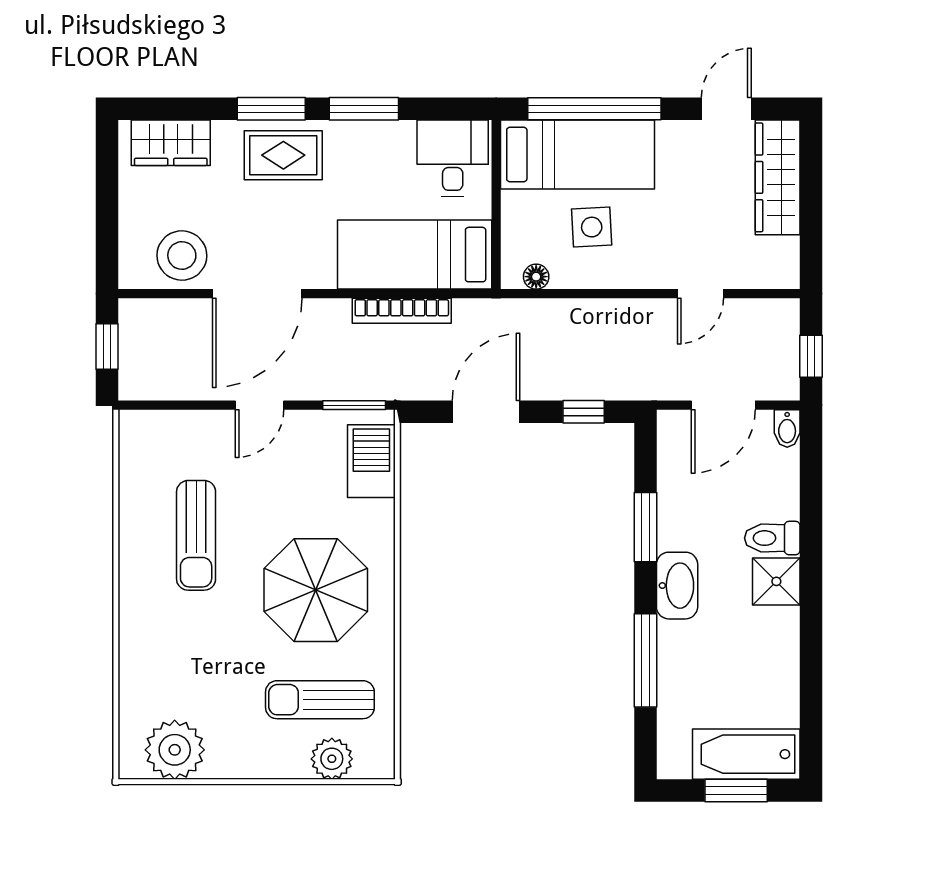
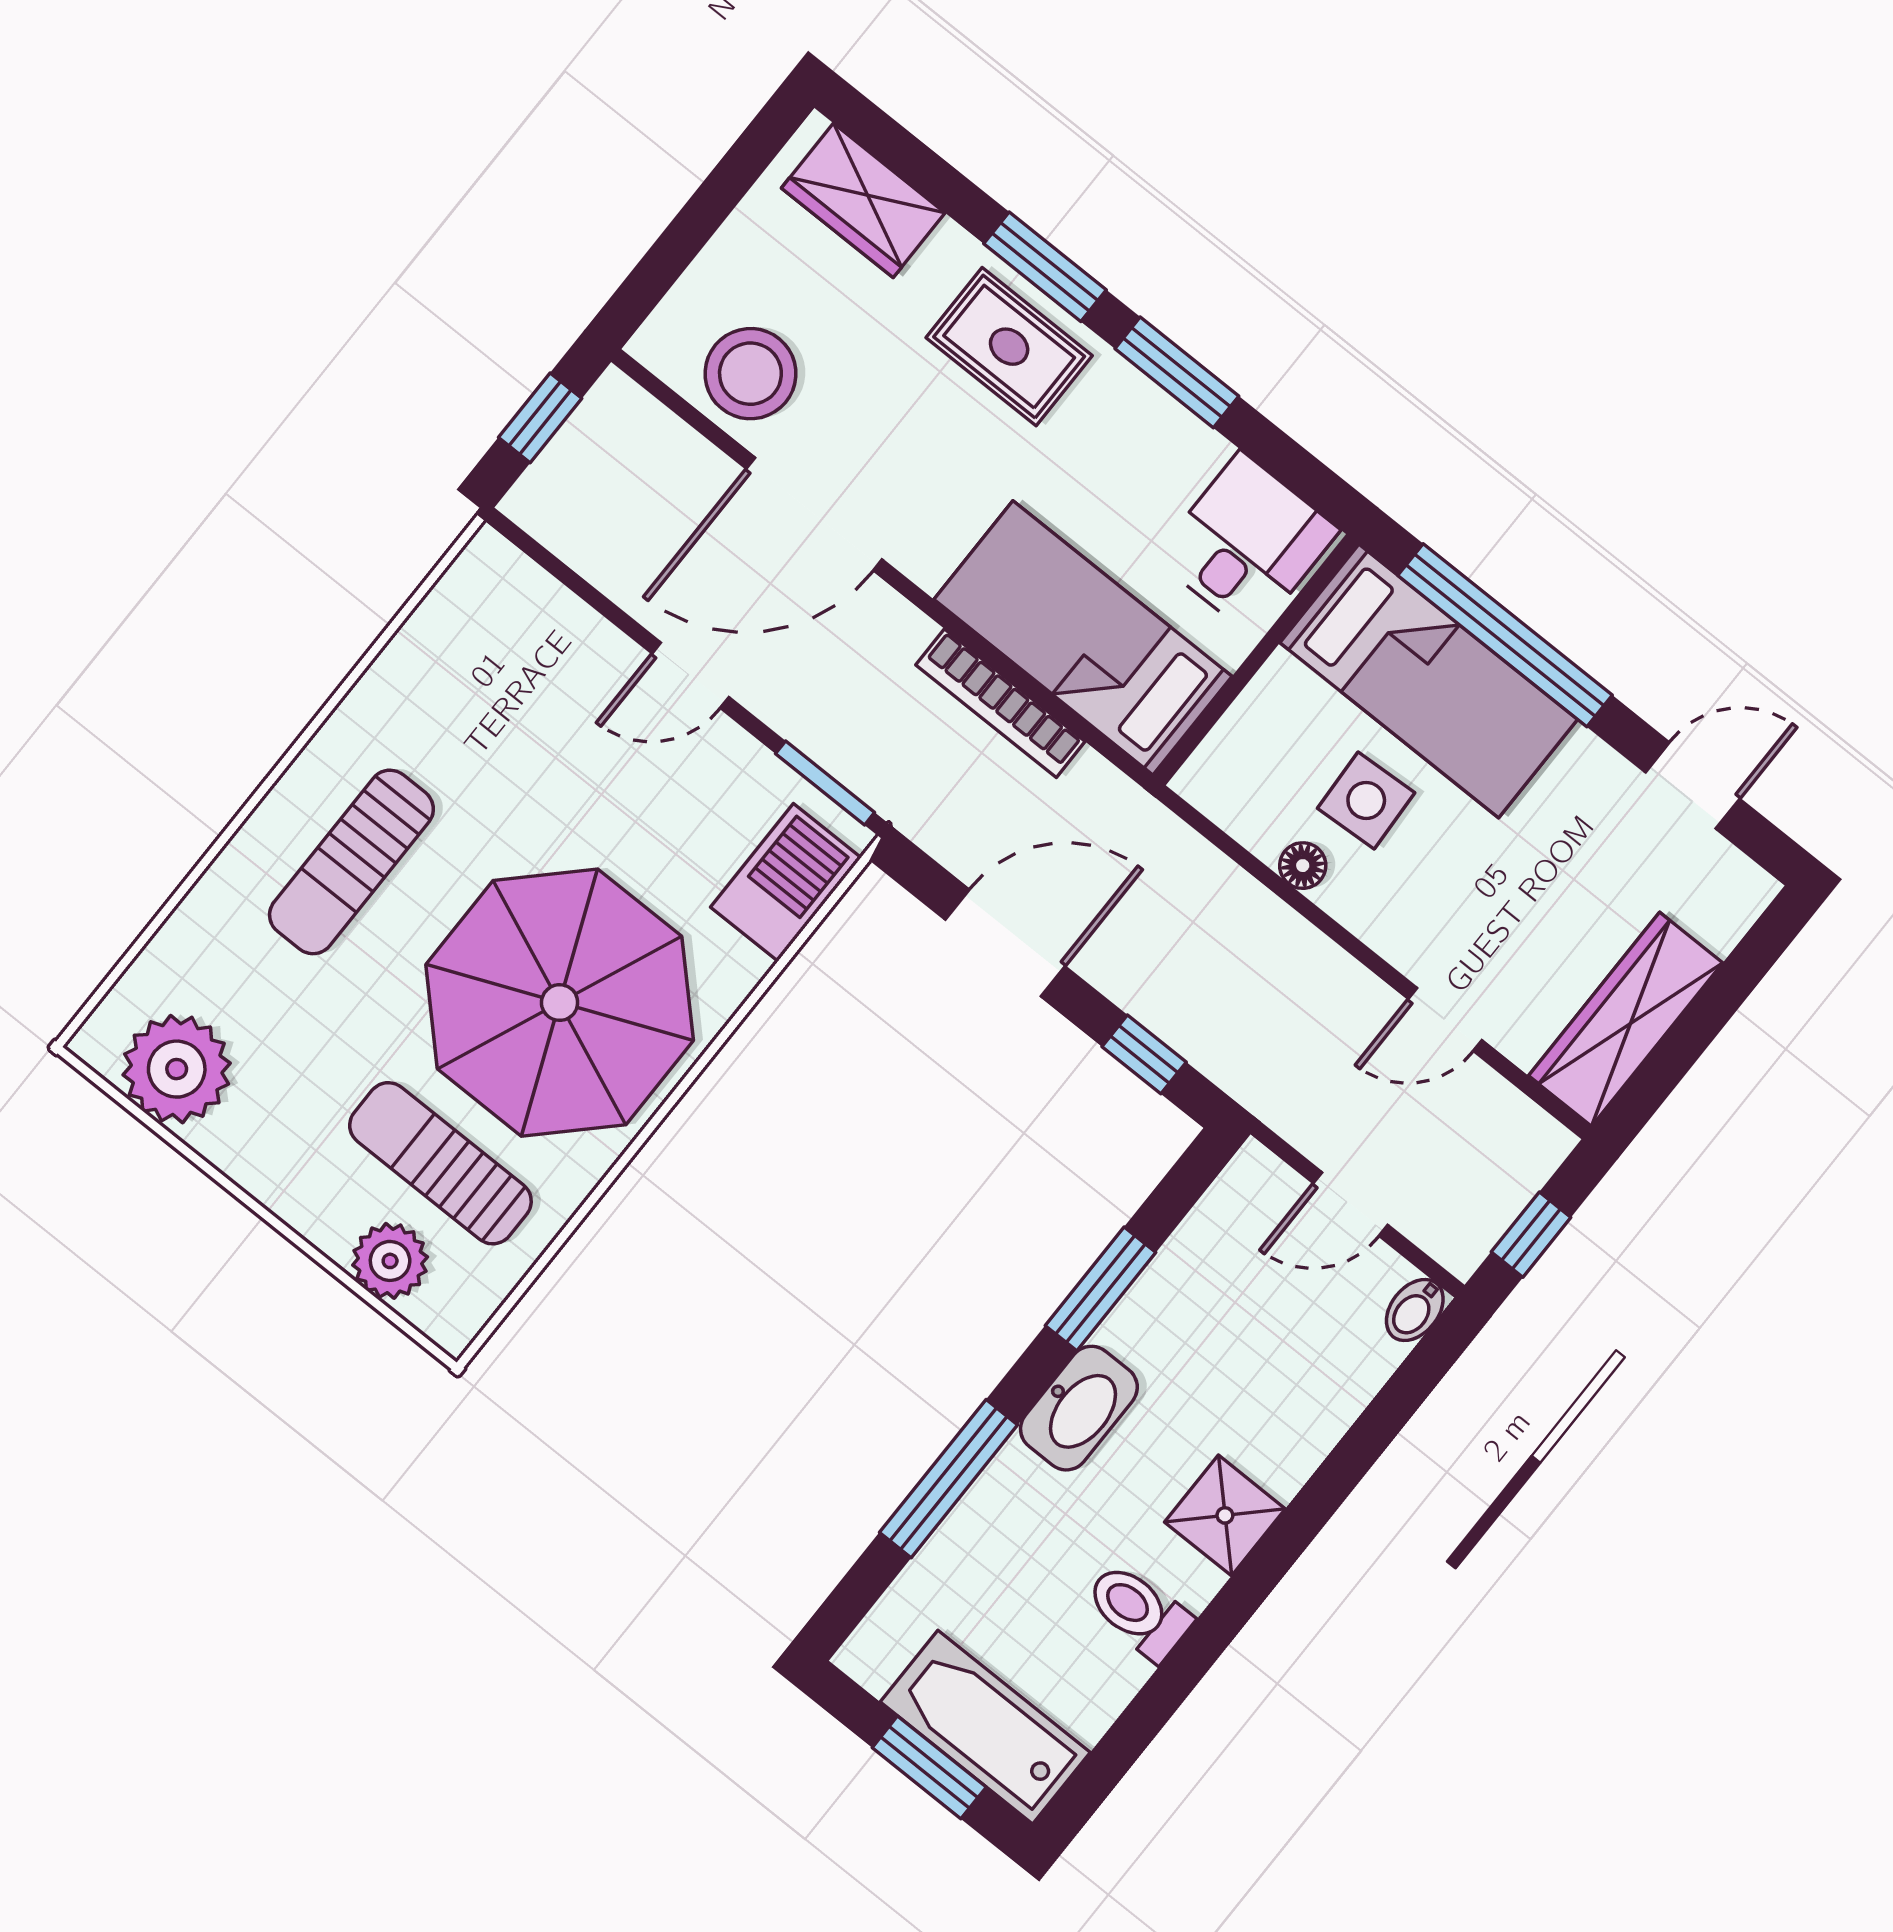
wardrobe: (778, 177) -> (1626, 1019), moved
floor lamp: (536, 277) -> (1303, 866), moved
door: (723, 405) -> (1351, 1204), width x0.73
sun lounger: (196, 535) -> (351, 862), moved
toilet: (772, 538) -> (1139, 1611), moved
parasol: (316, 590) -> (560, 1003), width x1.36, depth x1.36

